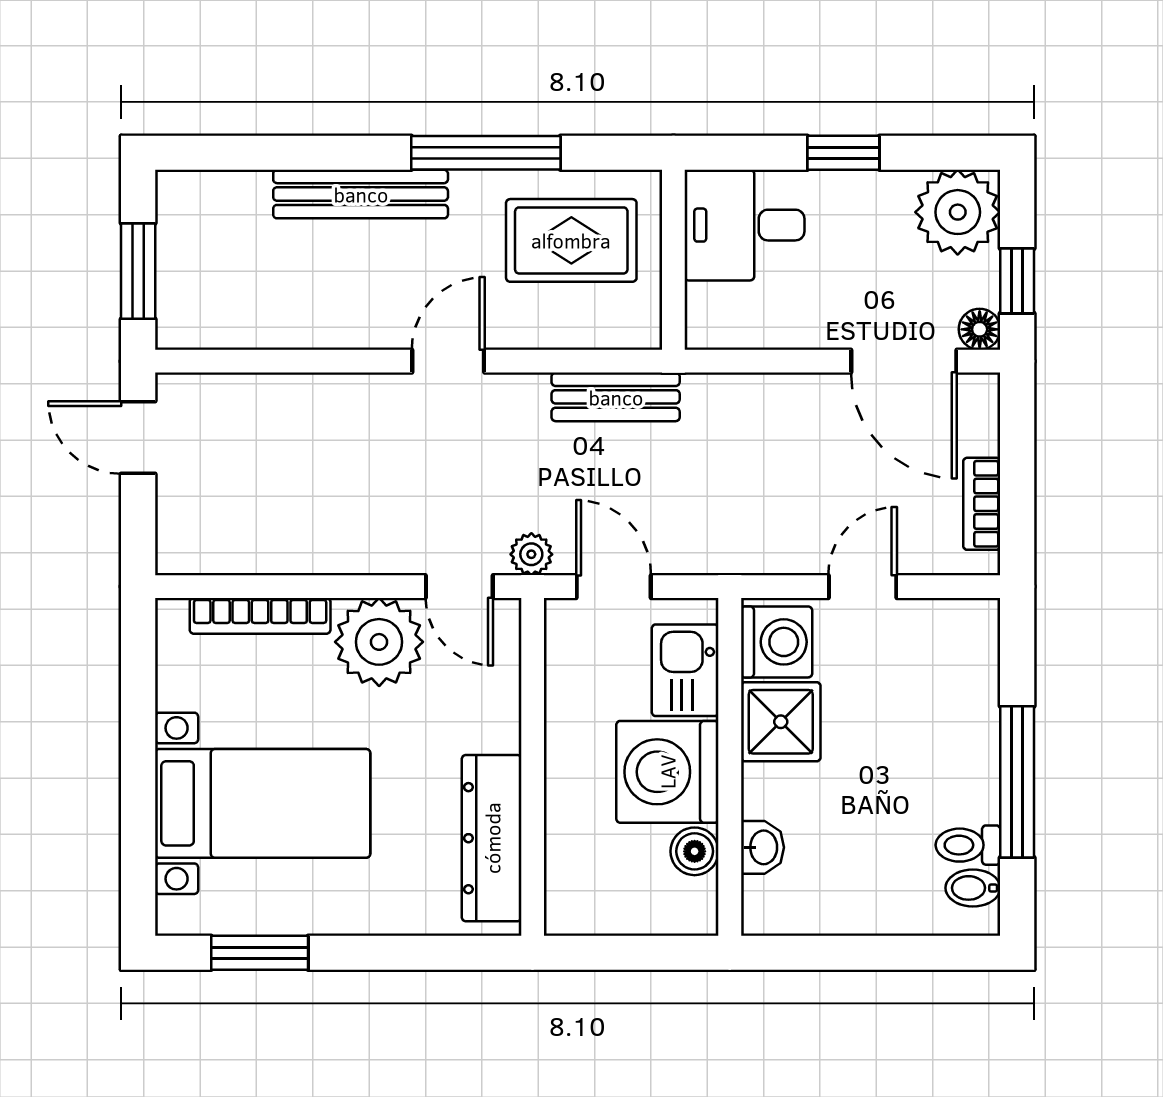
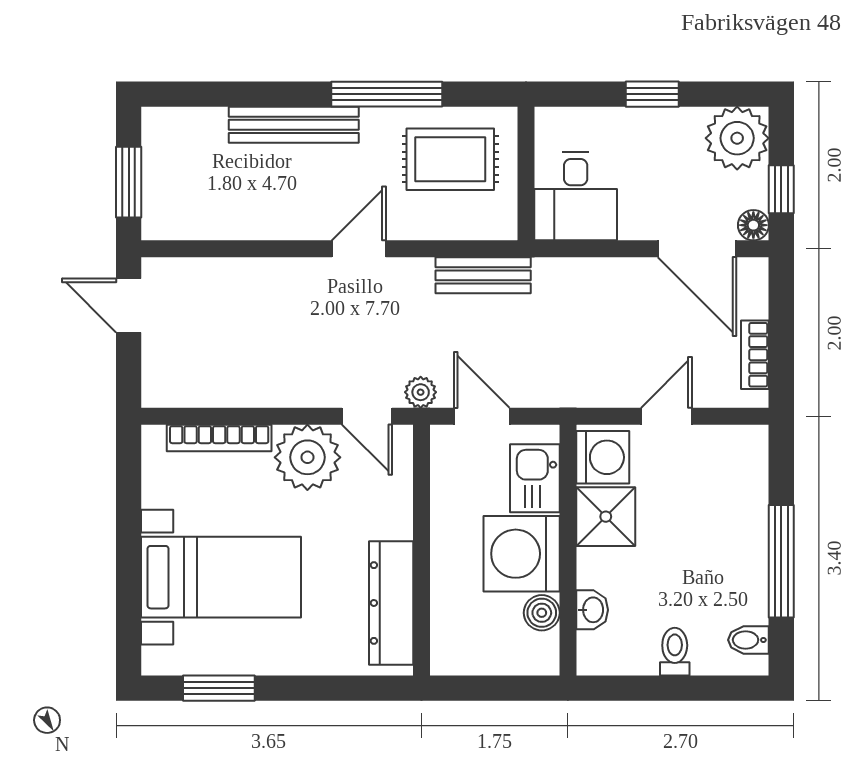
desk: (745, 225) -> (576, 196), moved, turned -90
toilet: (968, 845) -> (675, 652), moved, turned 90

